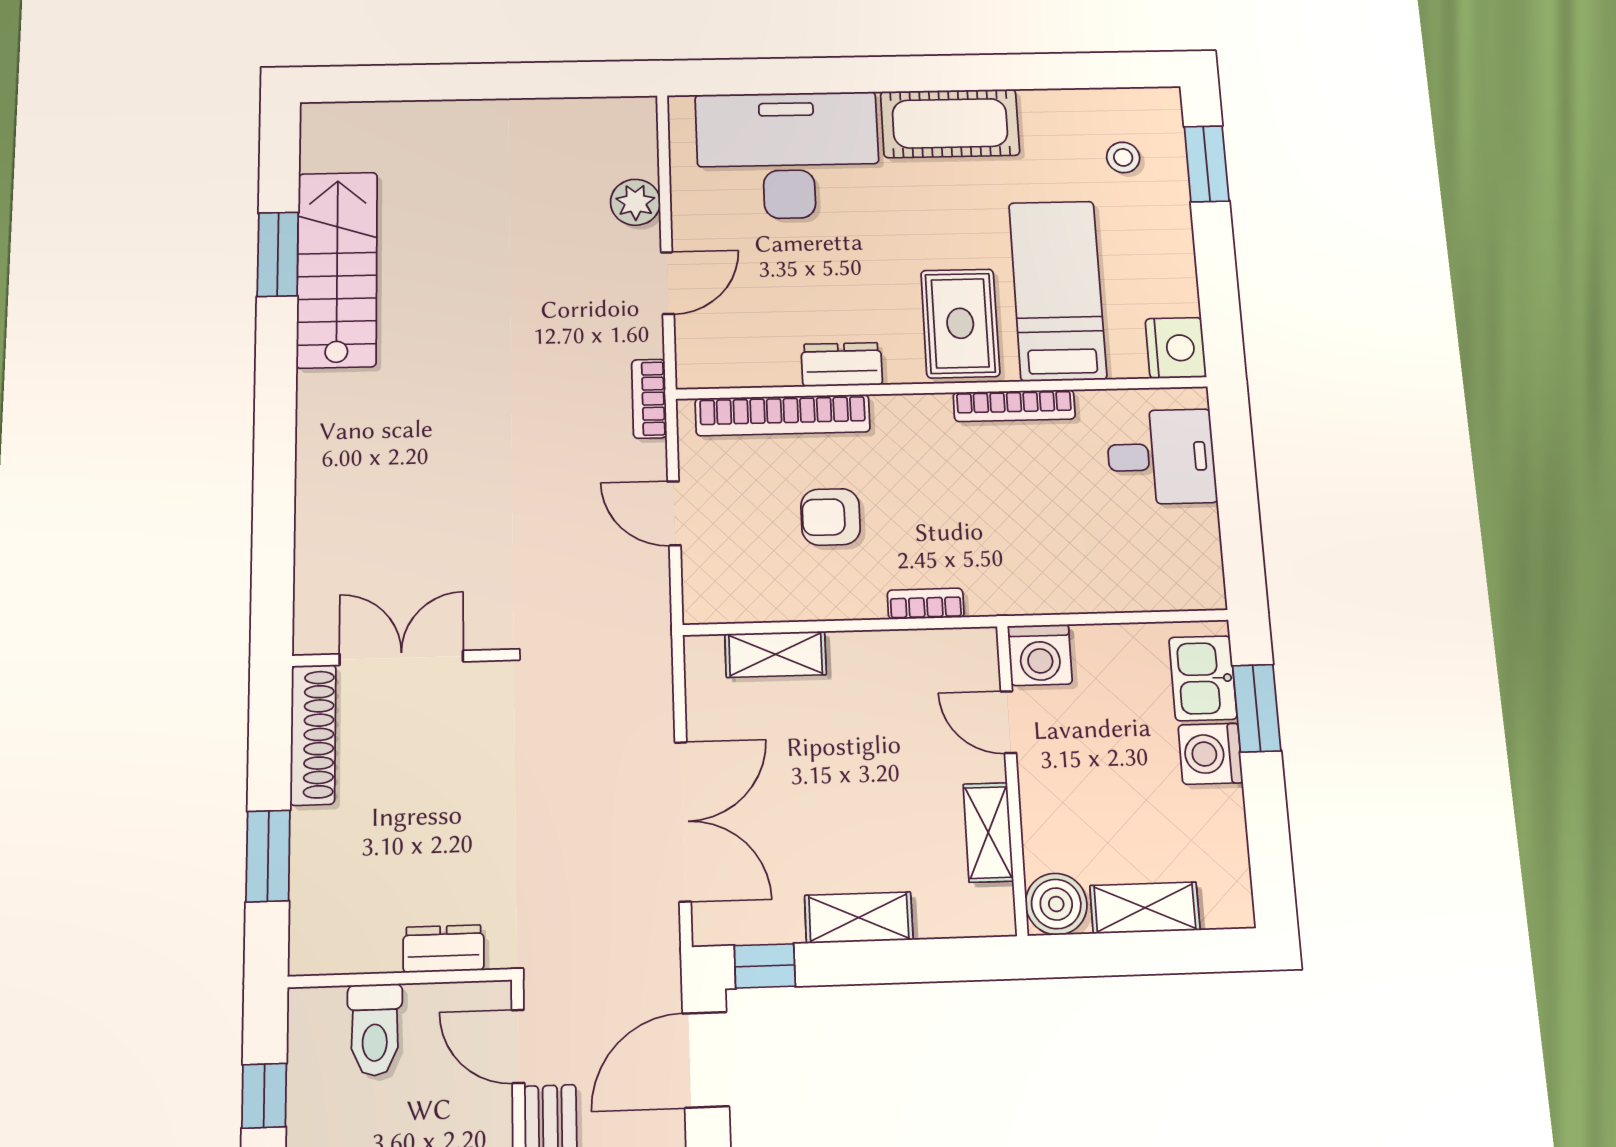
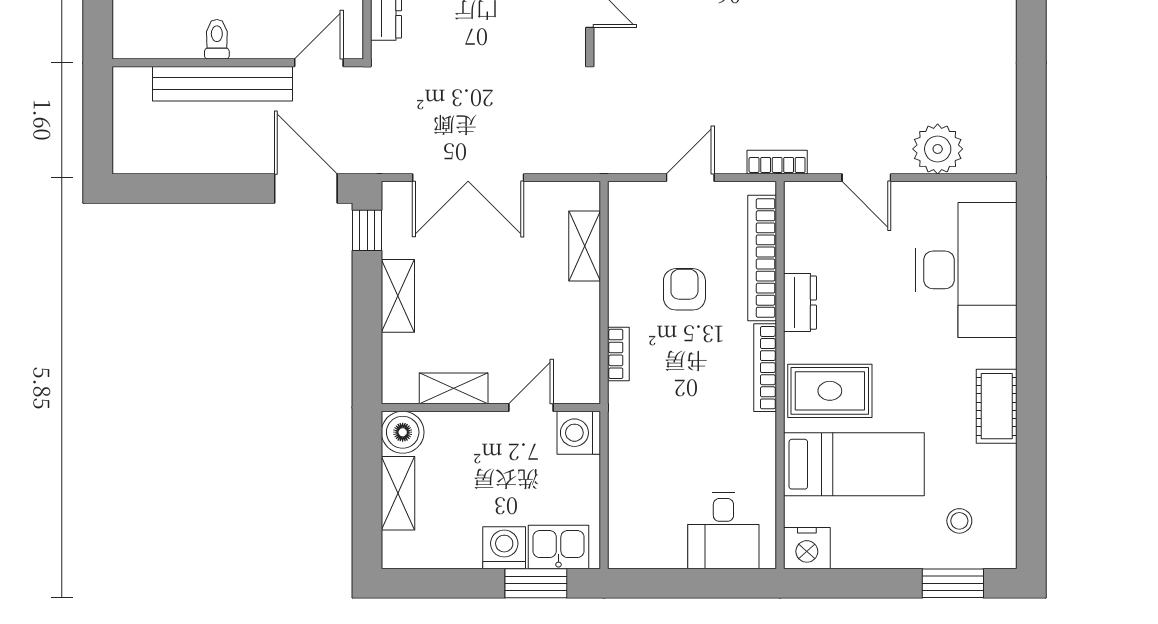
cot: (950, 123) -> (997, 406), width x0.73, depth x0.75
plant: (635, 202) -> (938, 149), width x1.36, depth x1.36
bookcase: (1014, 406) -> (765, 368), moved

